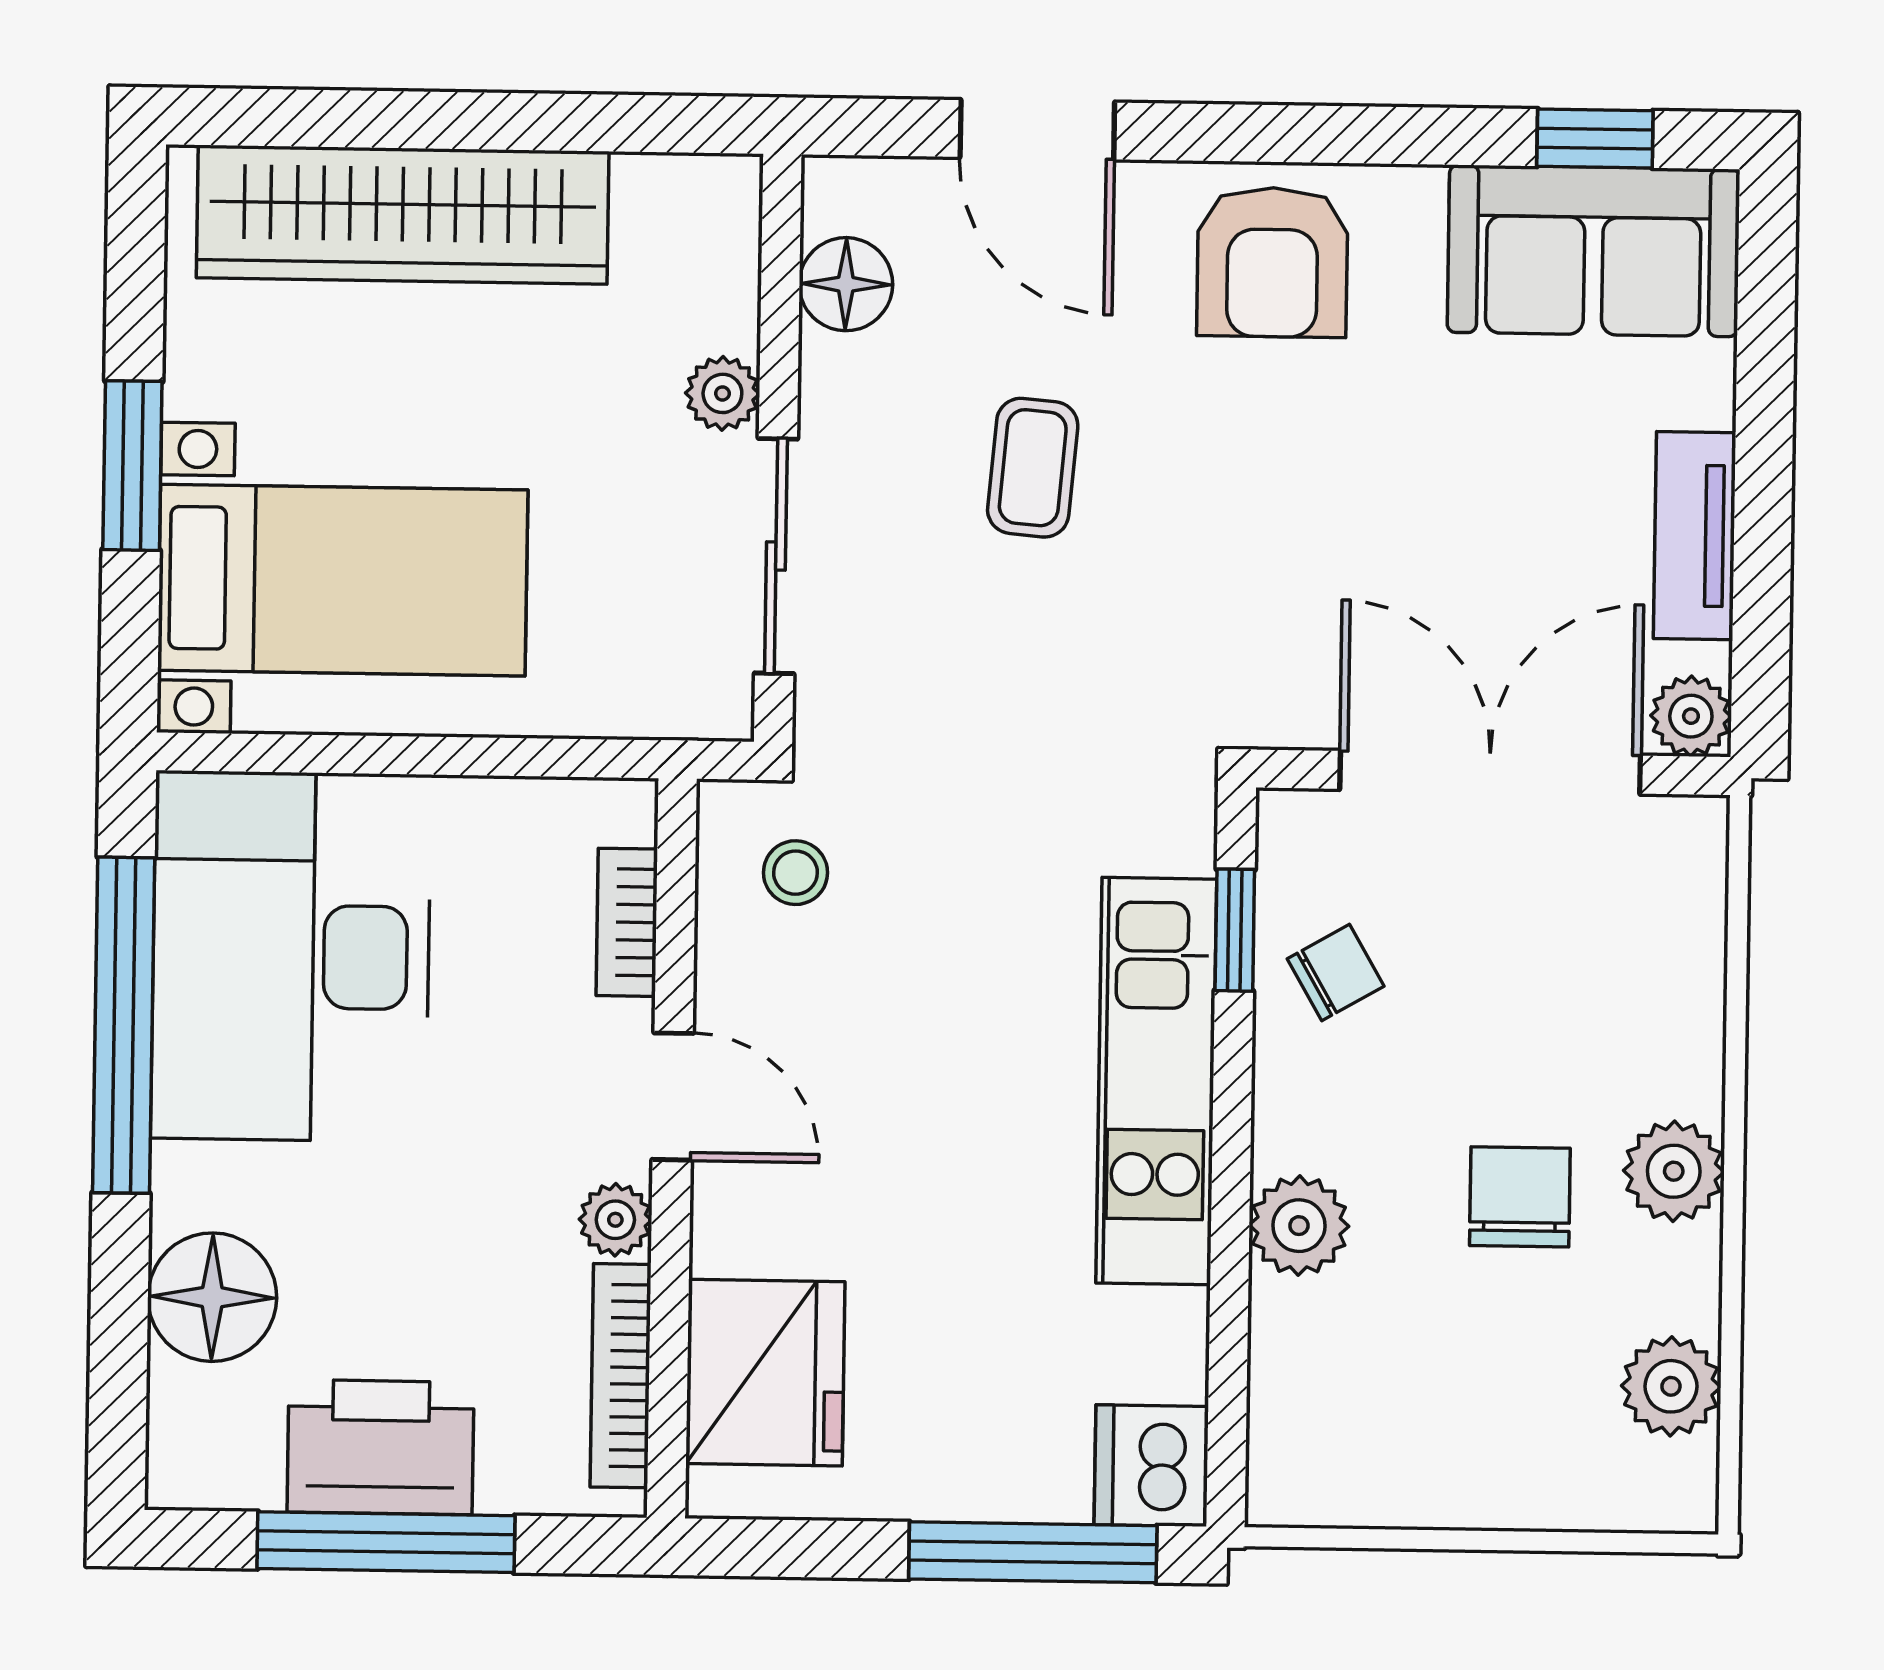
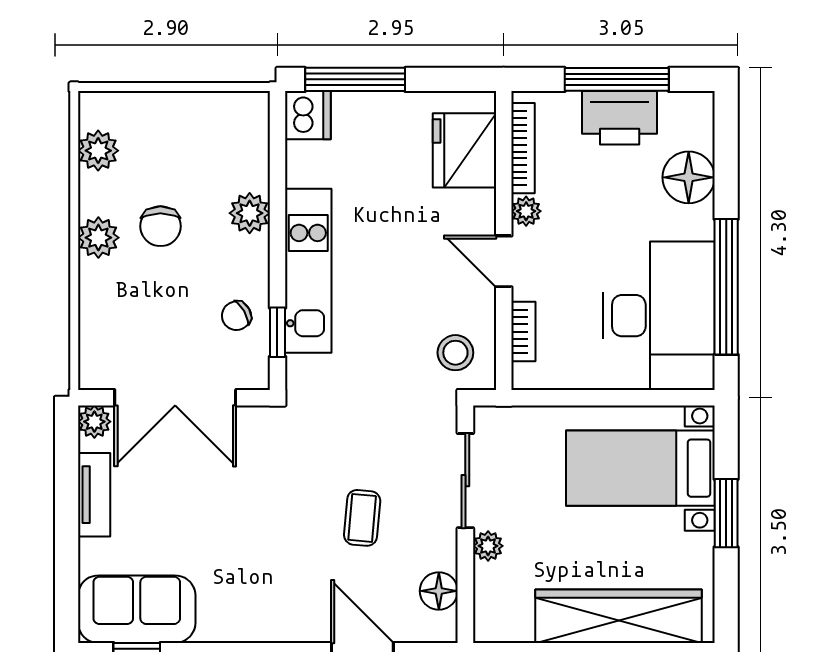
armchair: (1272, 262) -> (267, 603), removed
stool: (795, 873) -> (455, 353), width x1.37, depth x1.37

